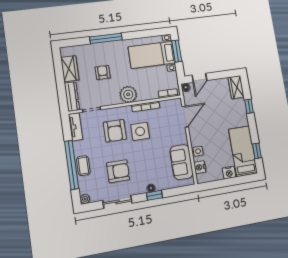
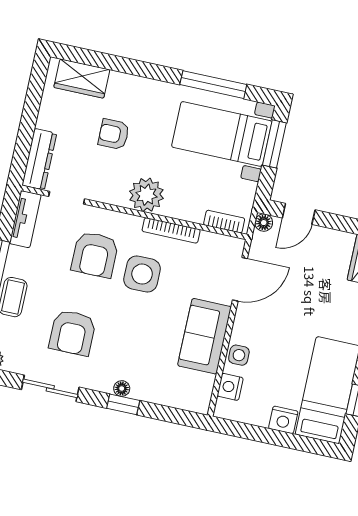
window: (106, 38) -> (213, 85), moved
wardrobe: (70, 69) -> (82, 78), moved, turned 90
armchair: (103, 72) -> (114, 134), turned -90
sofa: (182, 162) -> (205, 336), moved
armchair: (118, 171) -> (72, 333), turned 90

